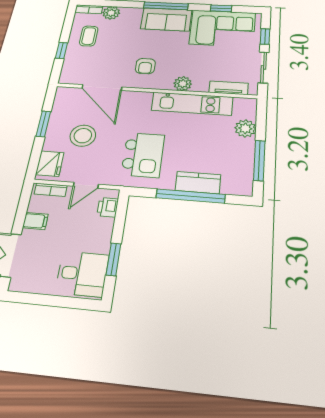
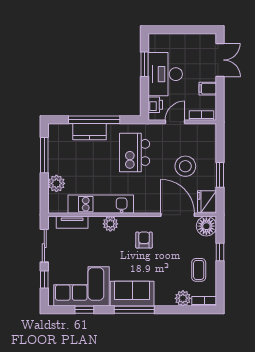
floor lamp: (71, 75) -> (206, 226), added
fridge: (50, 164) -> (207, 202), moved
desk: (82, 274) -> (165, 74), moved, width x1.37

